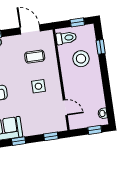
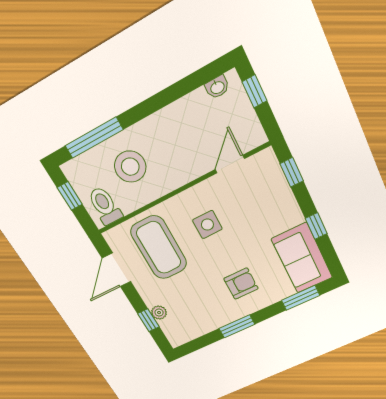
window: (101, 47) -> (94, 138), width x2.17
coffee table: (35, 57) -> (159, 248), width x1.86, depth x1.72

